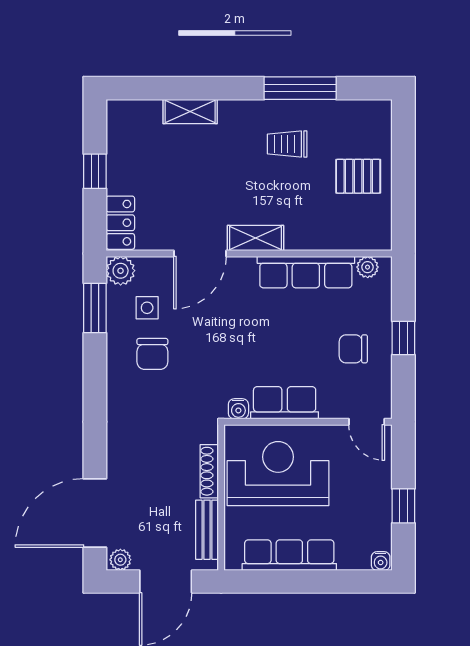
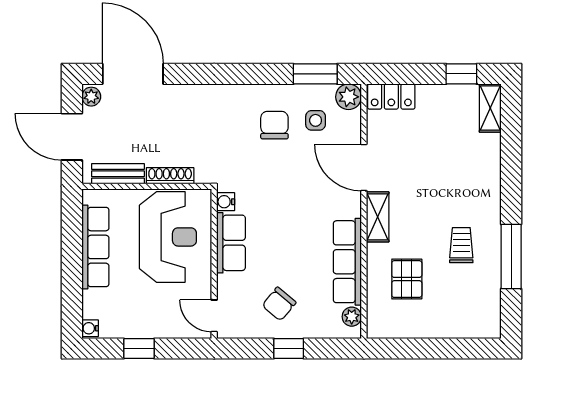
shelving: (190, 112) -> (490, 108), moved
window: (95, 171) -> (461, 74), moved
pallet: (358, 176) -> (407, 279), moved
chair: (353, 349) -> (279, 304), turned -140
chair: (152, 354) -> (274, 125), turned 90
door: (367, 422) -> (214, 316), hinge flipped

